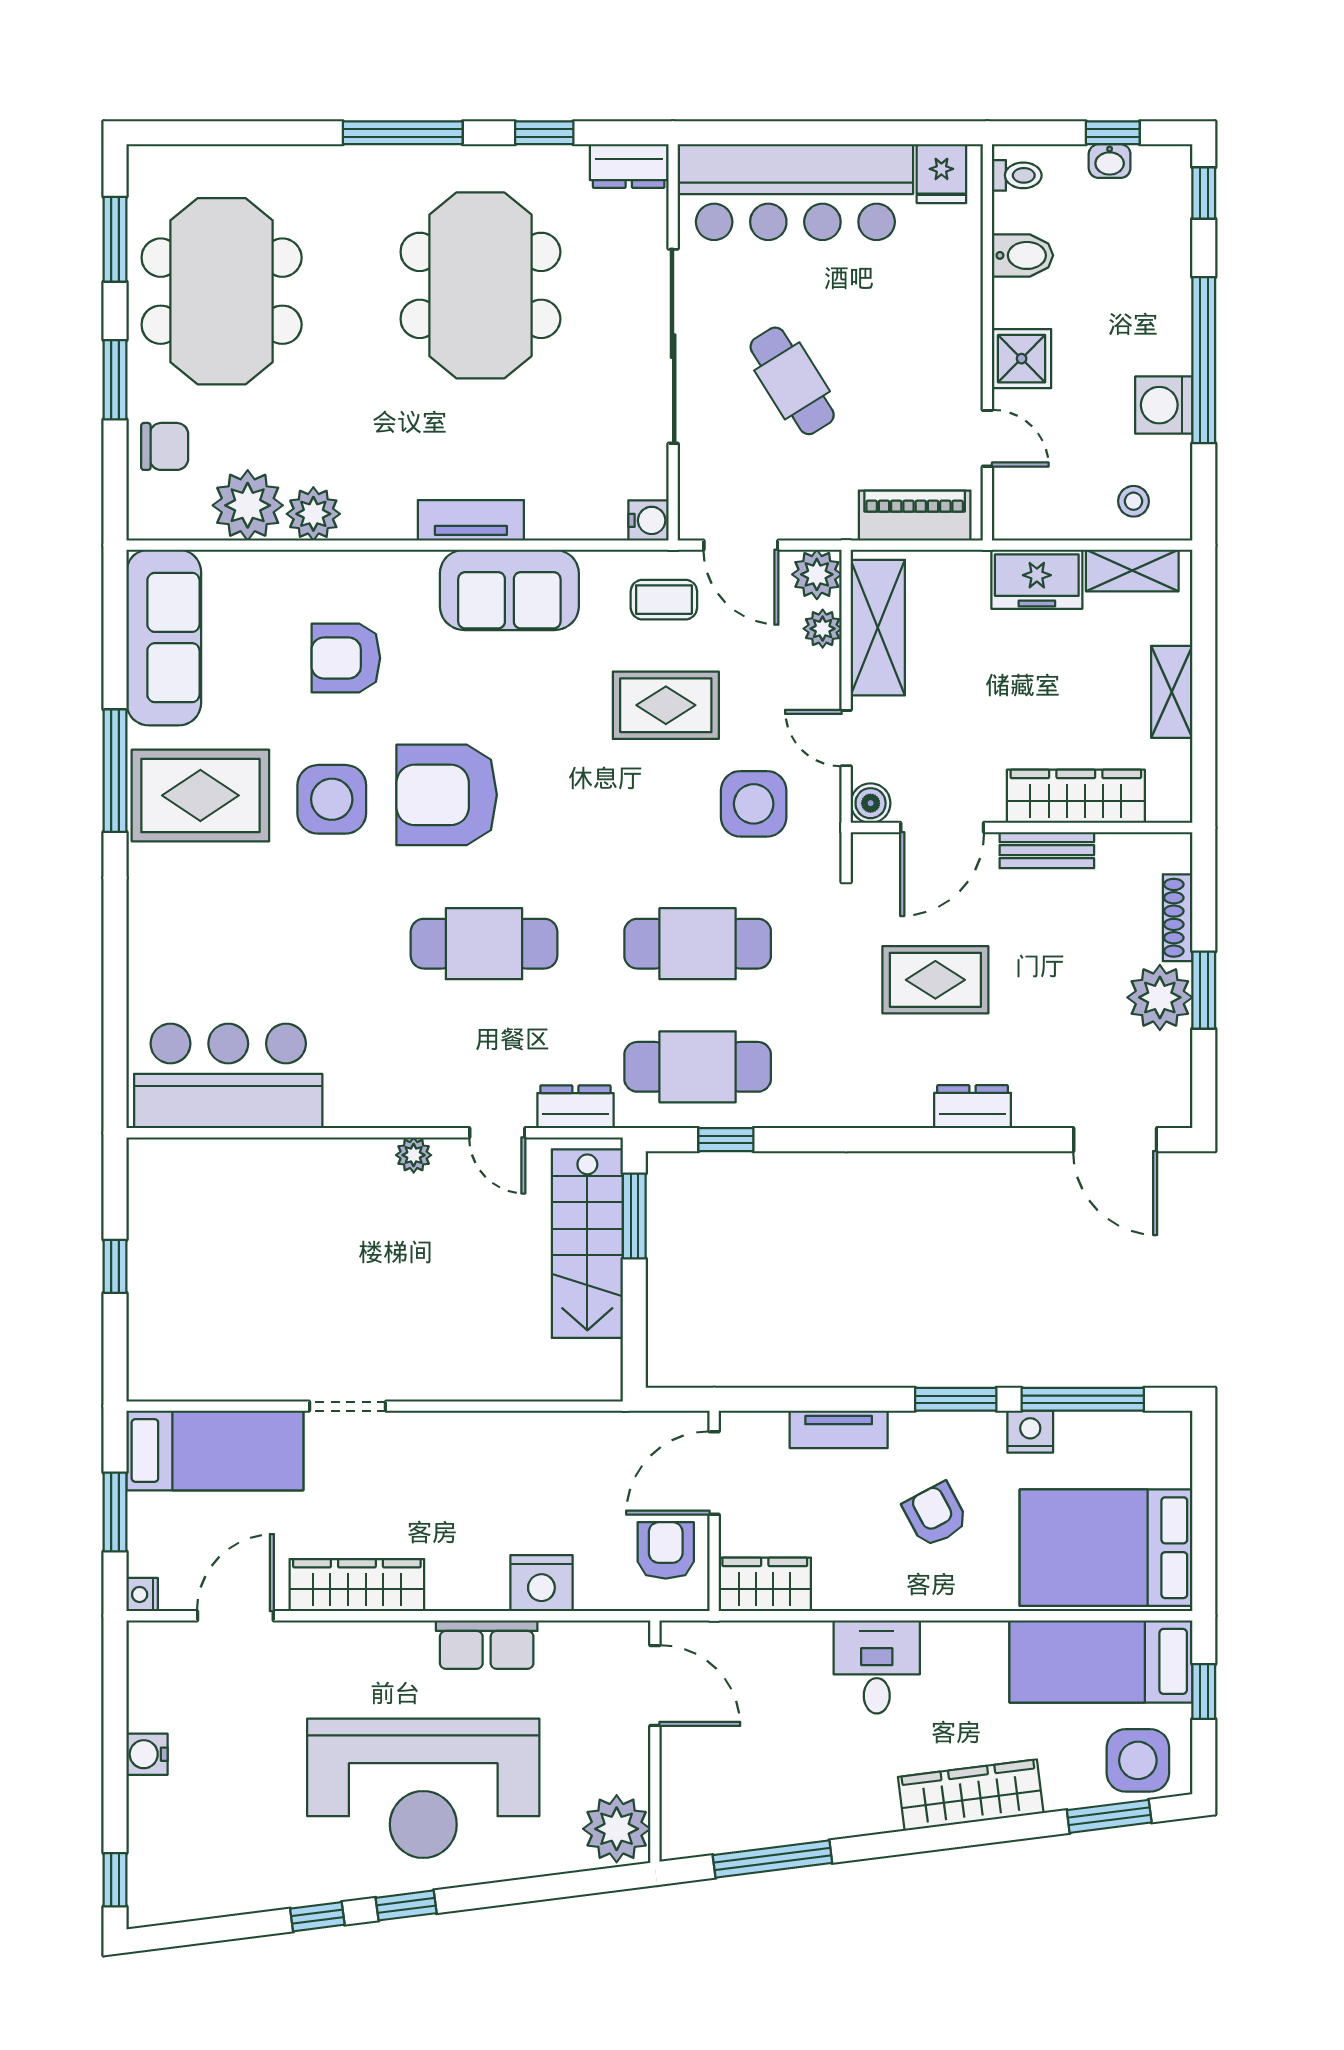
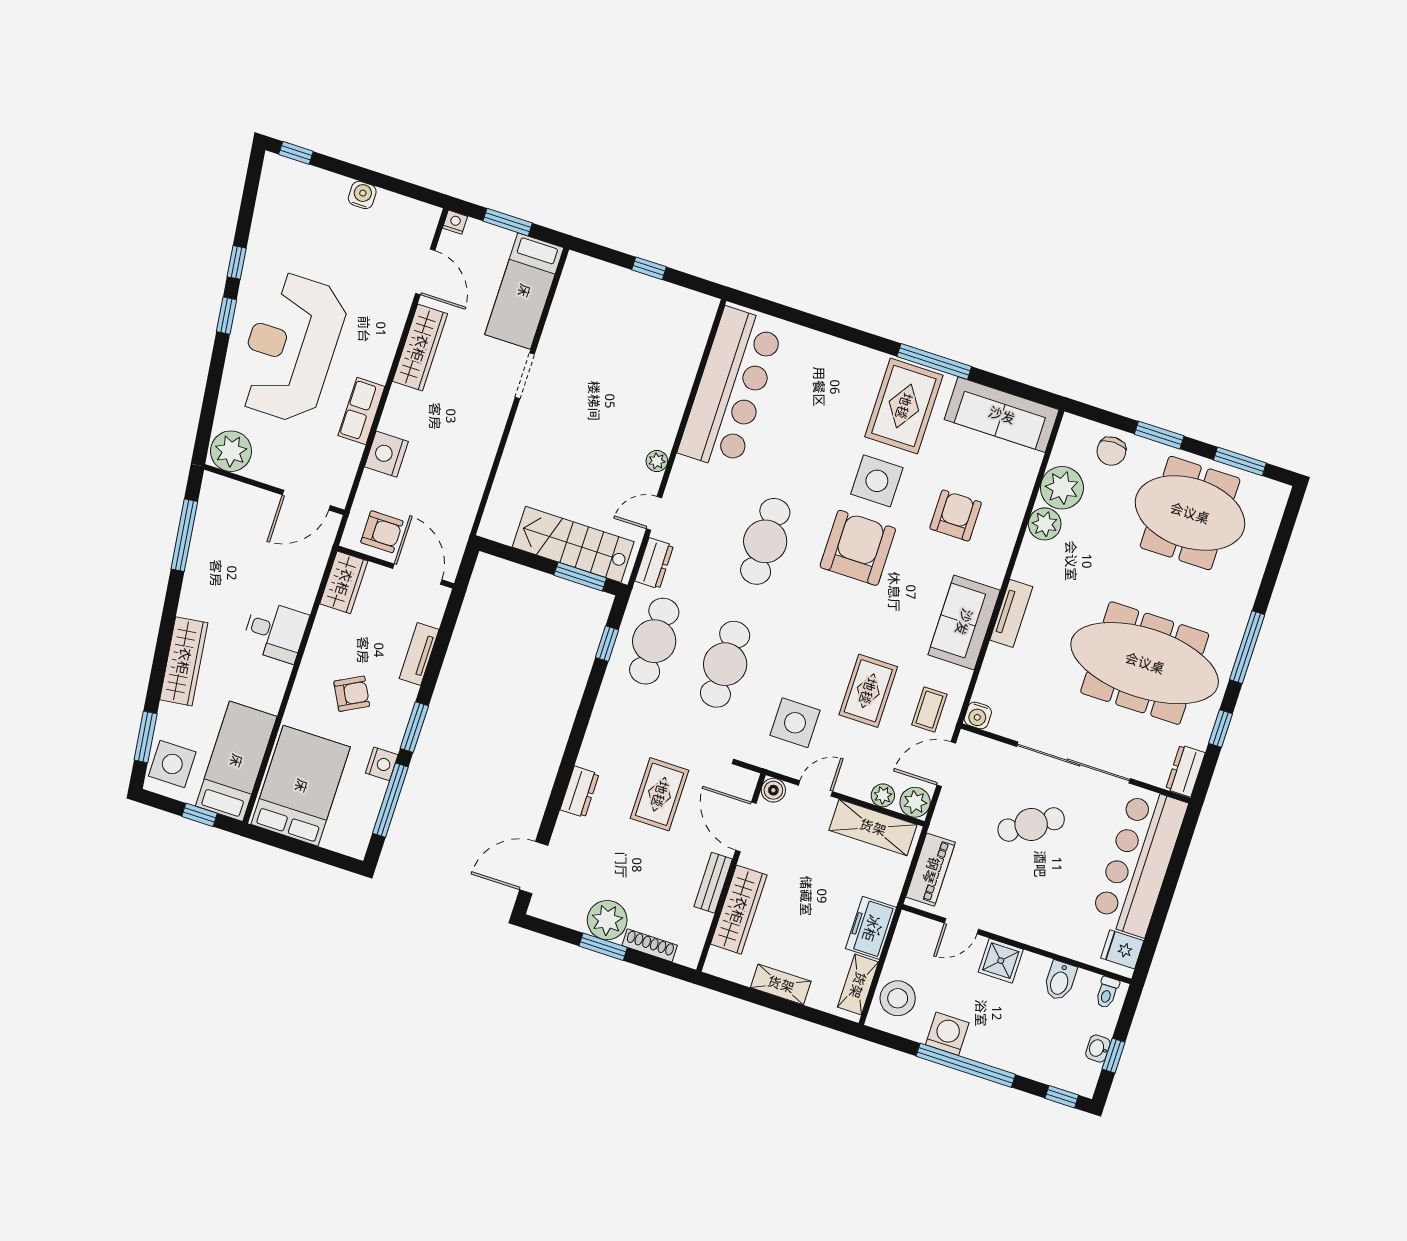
meeting table: (480, 285) -> (1145, 663), width x1.36
stool: (1134, 501) -> (898, 998), width x1.89, depth x1.89
bar counter: (228, 1076) -> (731, 389), width x1.36

